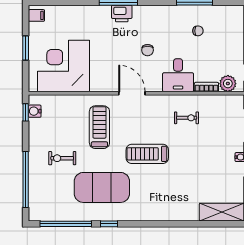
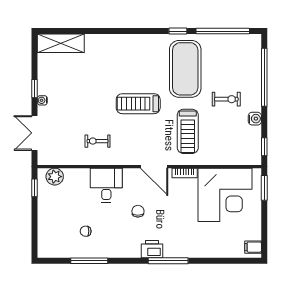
printer: (122, 14) -> (152, 249), moved
window: (26, 48) -> (264, 188), moved
bookcase: (206, 87) -> (185, 173), moved
water cooler: (35, 111) -> (255, 119), moved
treadmill: (147, 154) -> (138, 104), turned 180
exercise mat: (102, 187) -> (185, 69), turned 90

